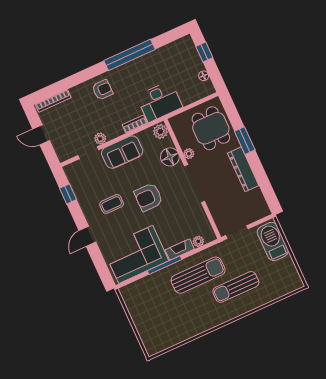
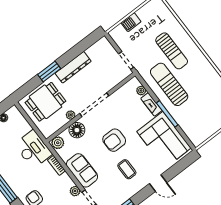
armchair: (148, 197) -> (114, 140), turned 90
barbecue: (273, 241) -> (131, 22), width x0.53, depth x0.65

